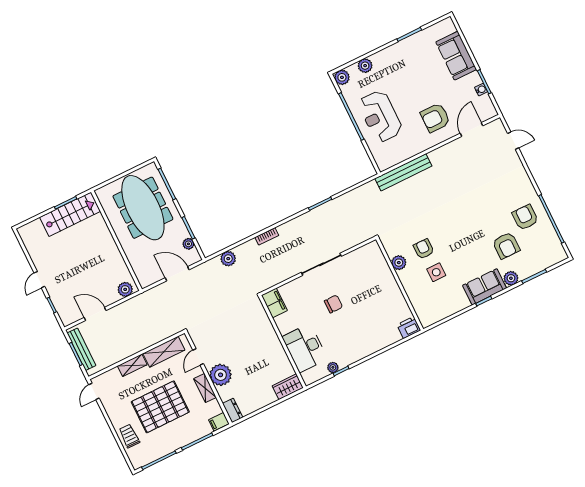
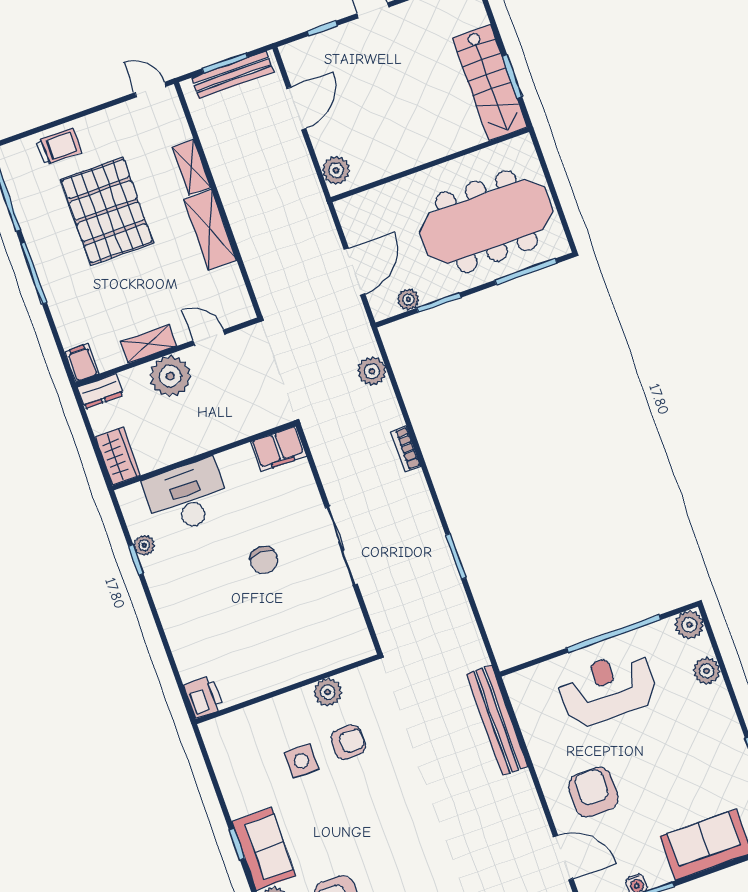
door: (198, 357) -> (209, 337), moved
plant: (221, 375) -> (170, 376), moved
wall: (208, 378) -> (167, 352), moved
shelving: (205, 388) -> (149, 344), moved
dresser: (233, 410) -> (100, 391), moved
filing cabinet: (219, 422) -> (82, 363), moved

